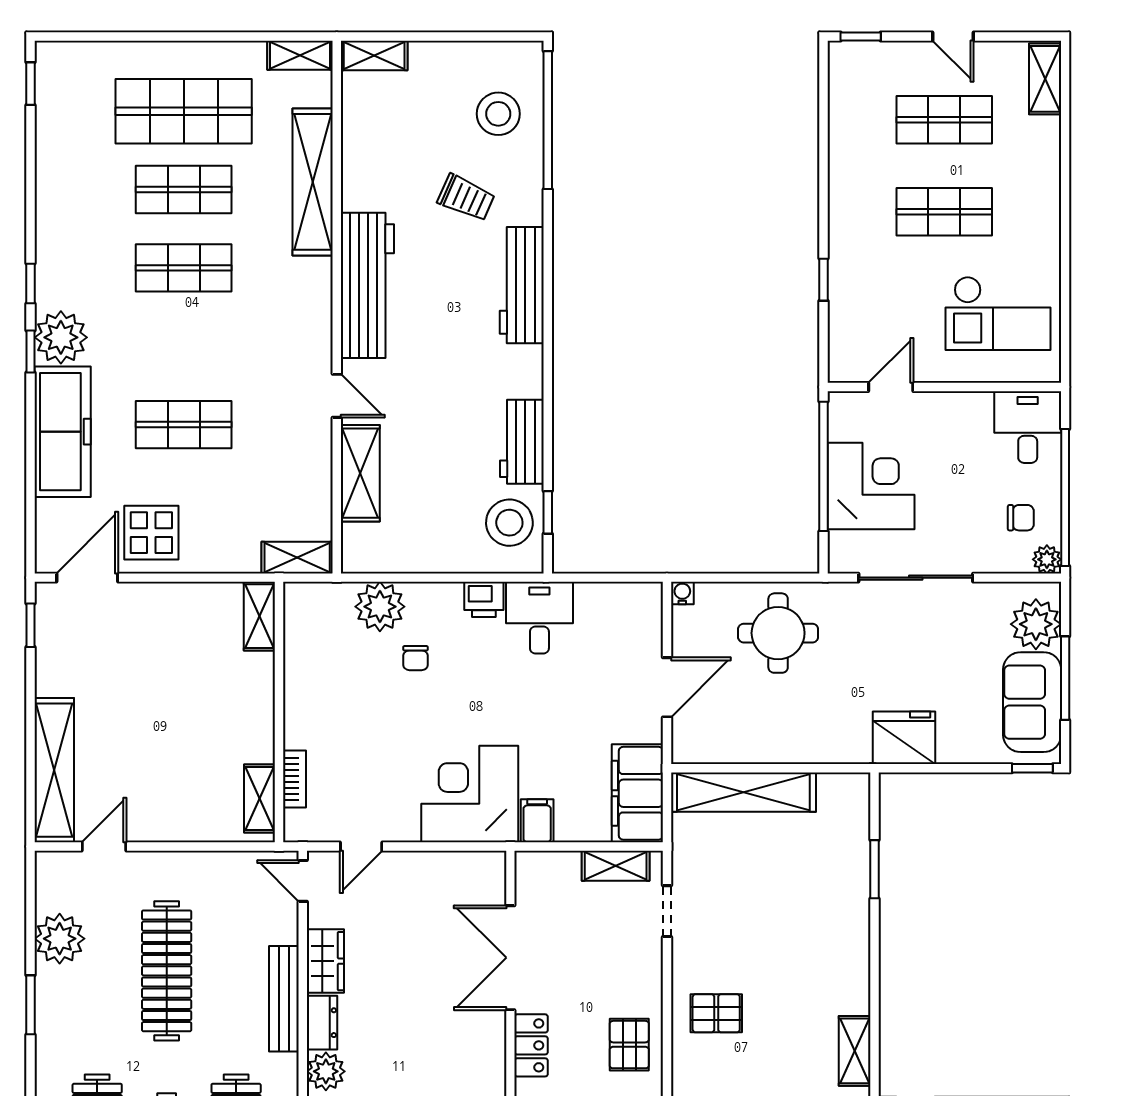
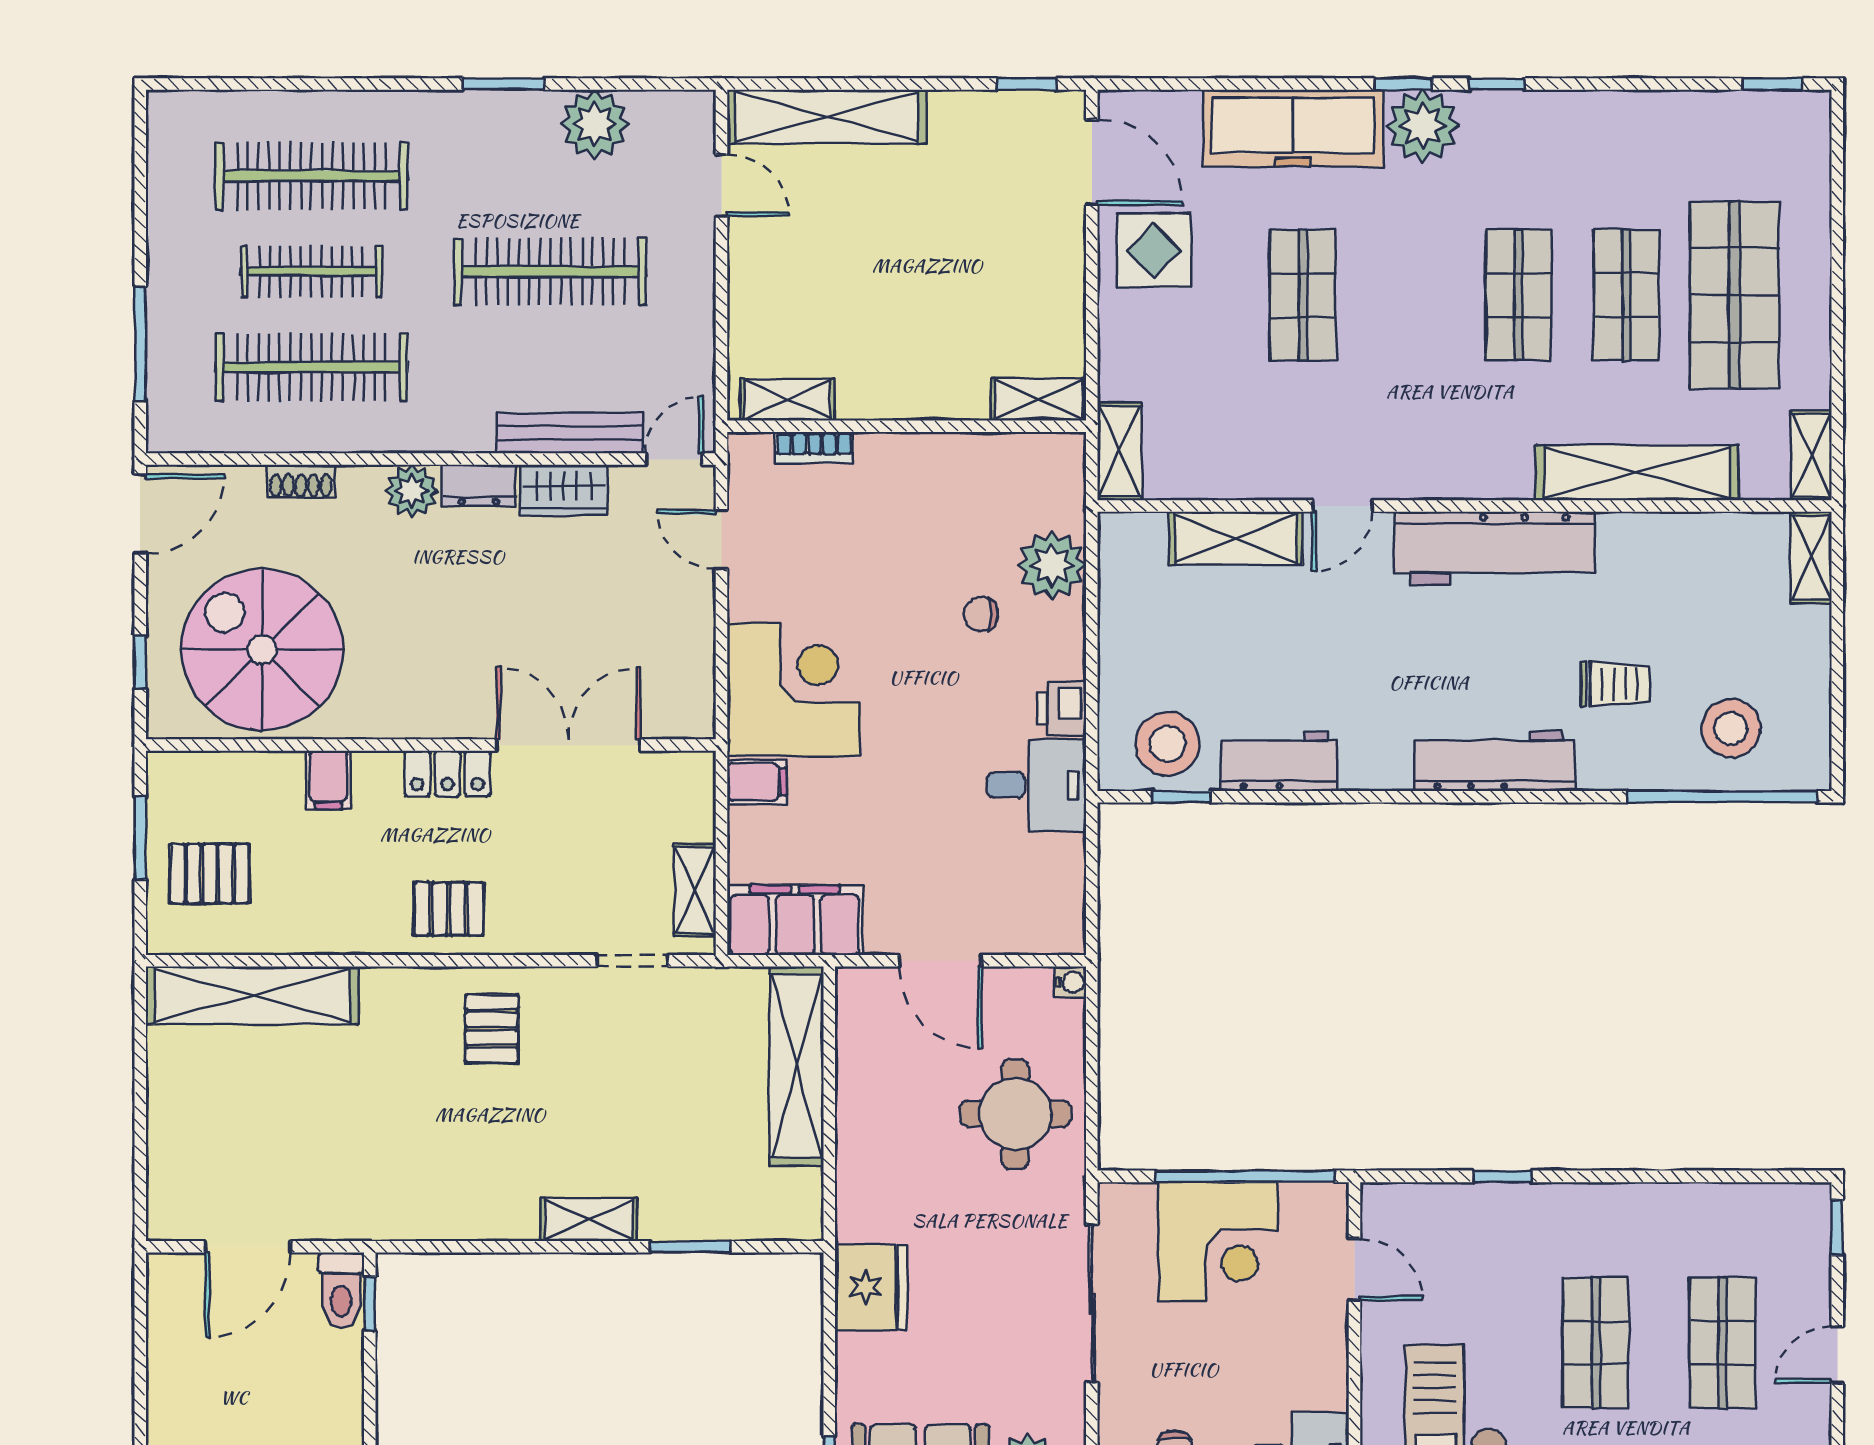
trolley: (466, 198) -> (1615, 684), turned -114
bench: (284, 999) -> (570, 433), moved
shelving: (855, 1051) -> (589, 1219), moved

